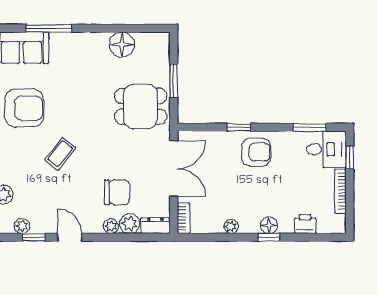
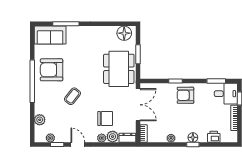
floor lamp: (122, 44) -> (124, 33), moved
dining table: (141, 106) -> (119, 69), width x1.37
armchair: (24, 108) -> (52, 70), turned 180
armchair: (256, 152) -> (185, 95), turned 180

